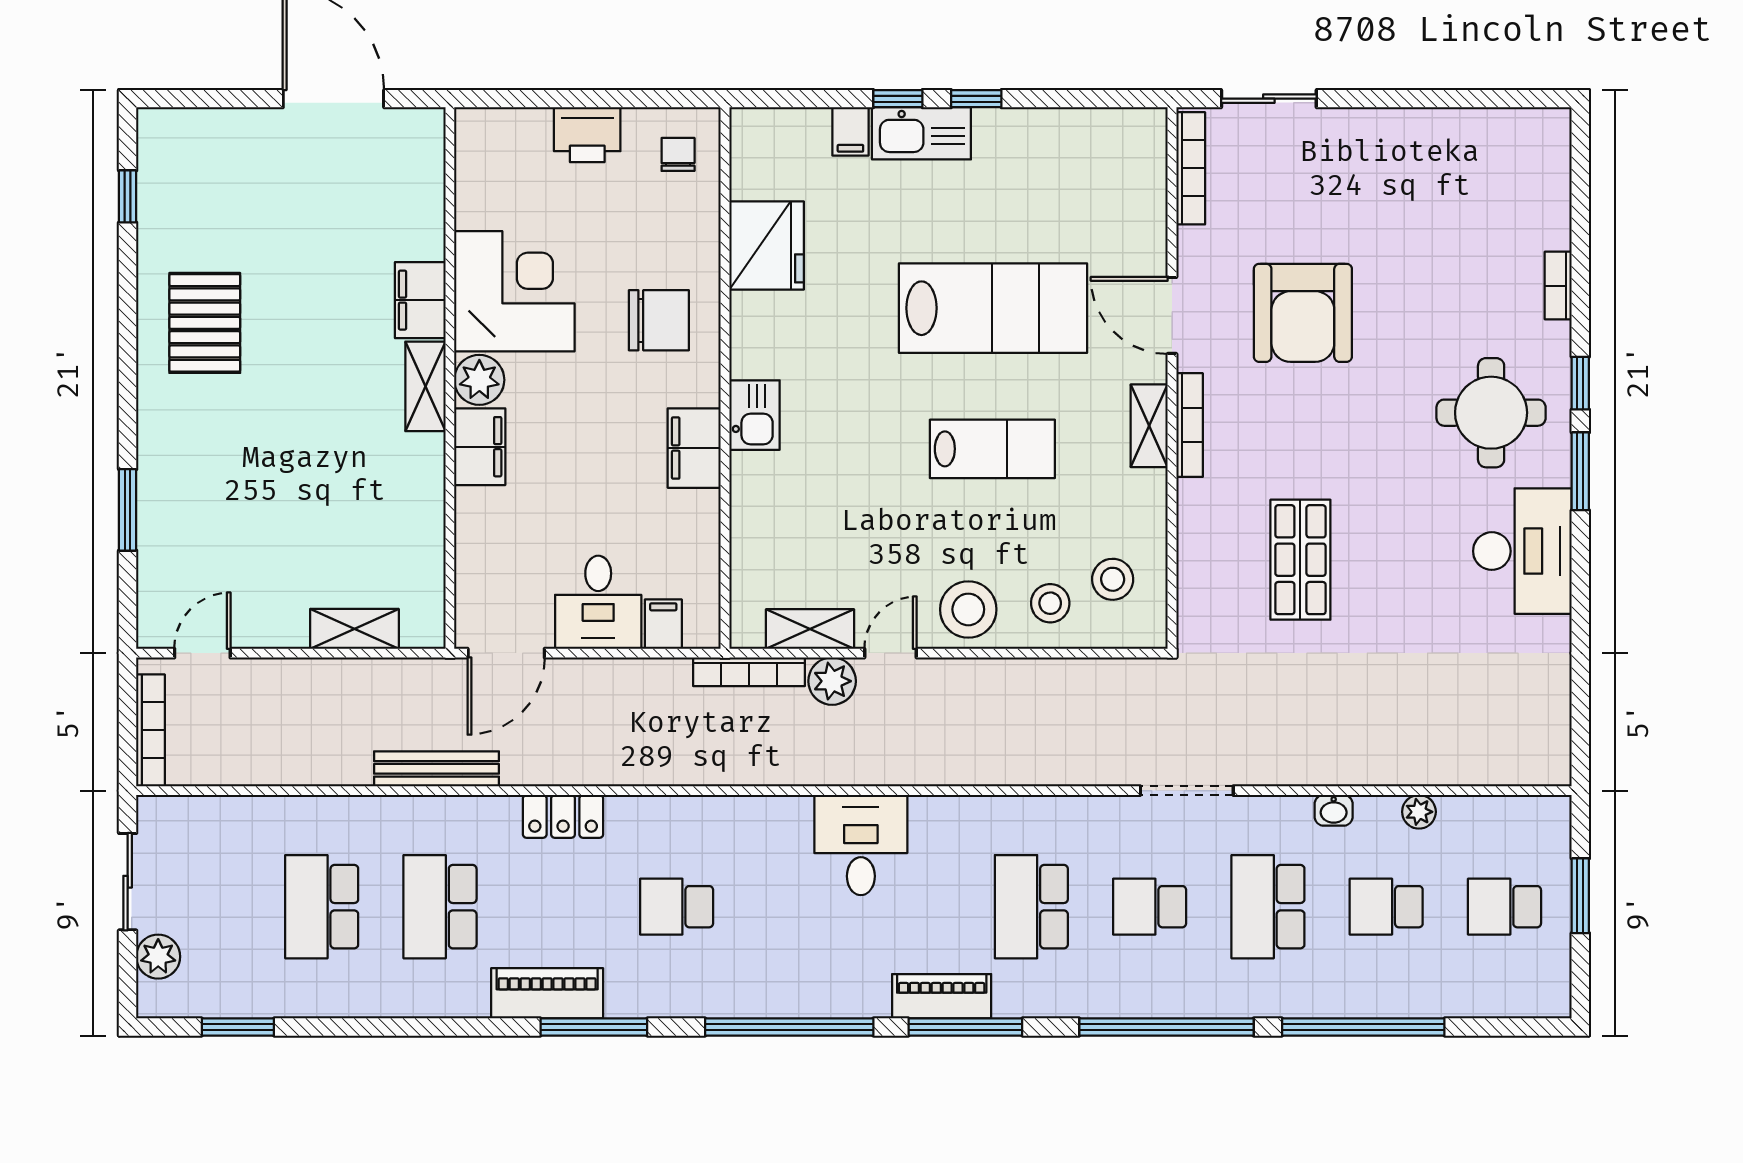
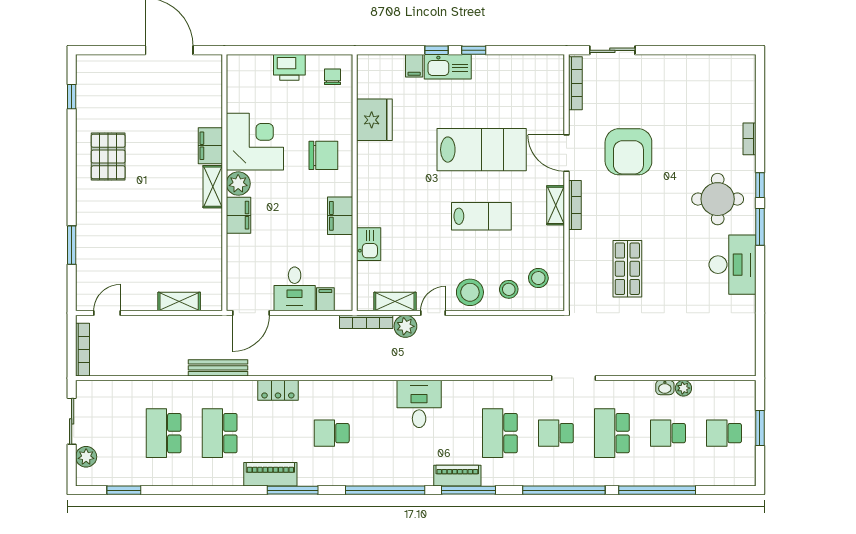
kitchen sink: (755, 415) -> (369, 244), moved
washbasin: (1334, 810) -> (665, 387), moved

